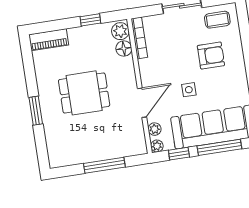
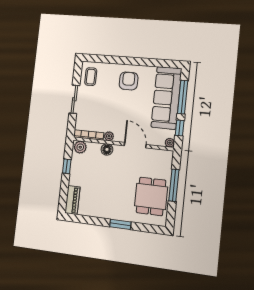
floor lamp: (124, 49) -> (107, 149), moved
armchair: (211, 56) -> (129, 81), moved
side table: (189, 90) -> (135, 109), removed
dining table: (84, 93) -> (151, 196), moved
plant: (155, 129) -> (109, 136), moved

